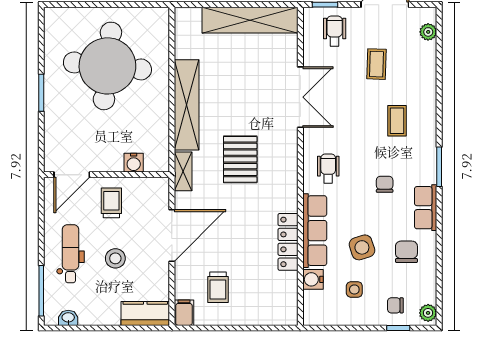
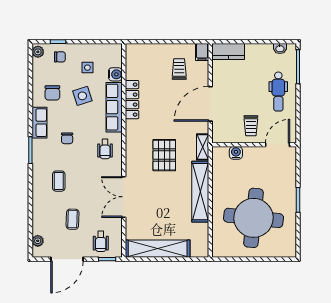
stool: (115, 258) -> (248, 88), removed

